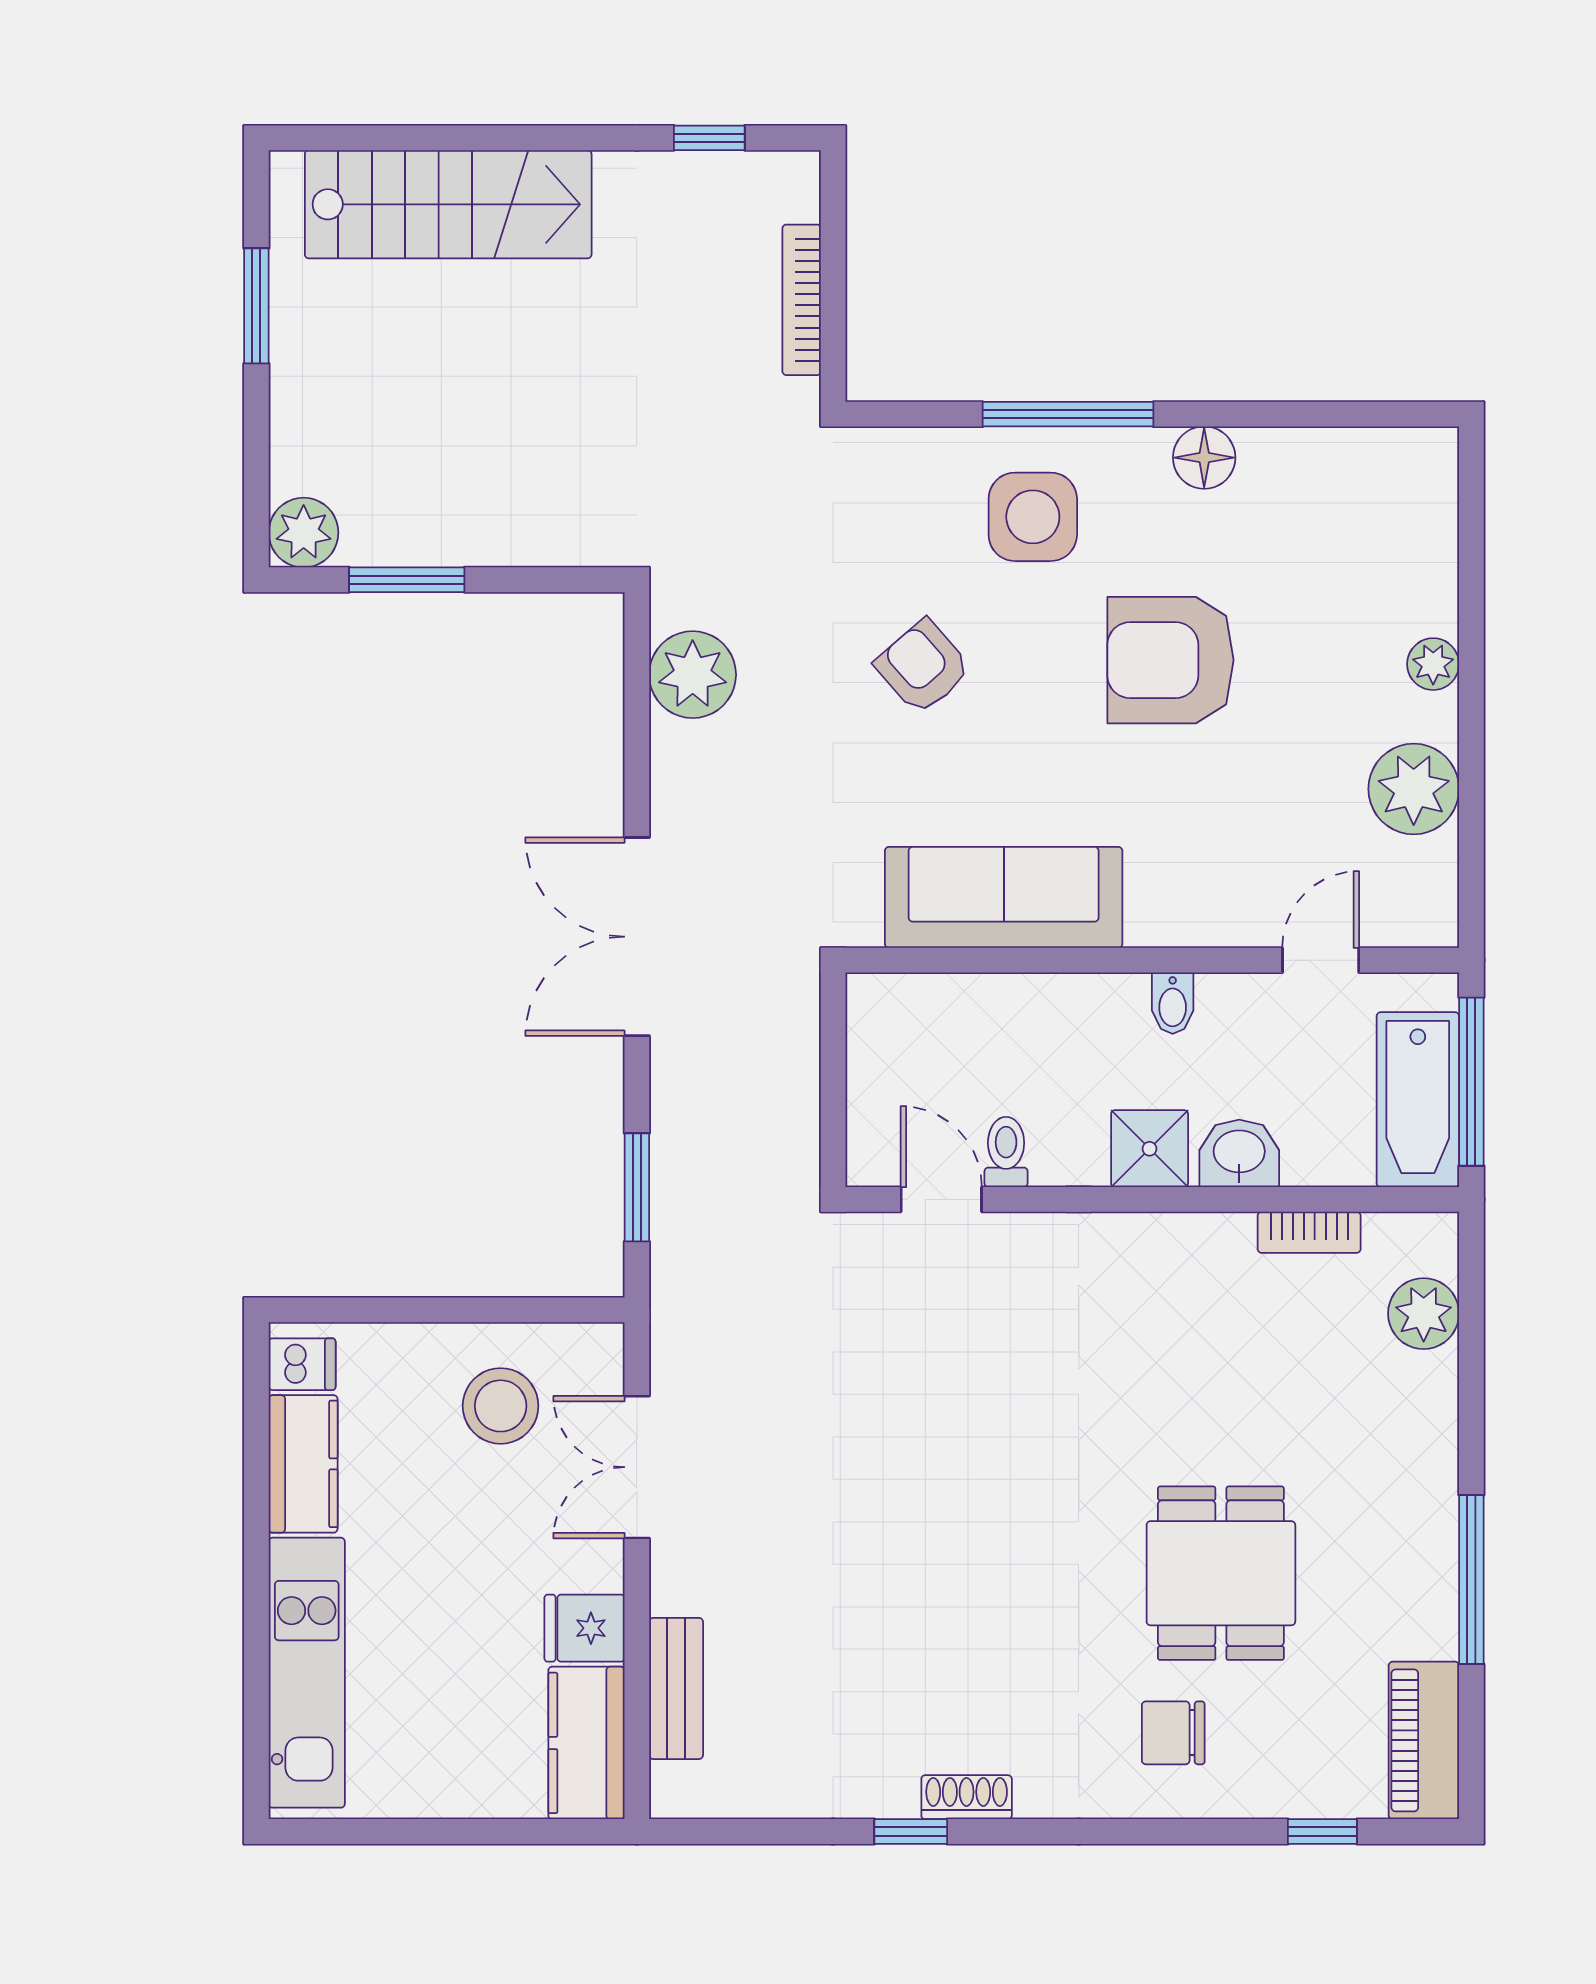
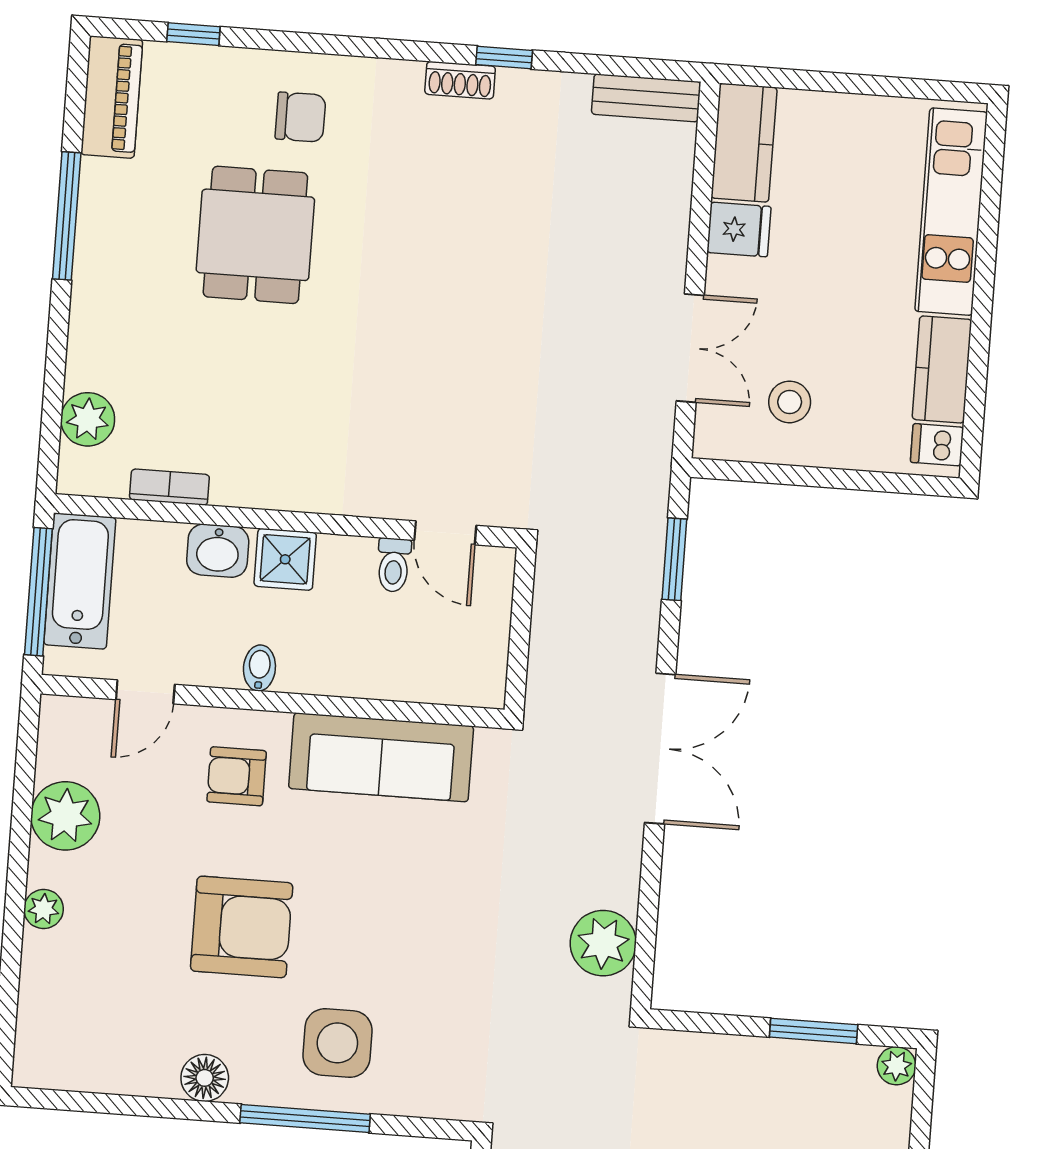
plant: (304, 533) -> (897, 1066), width x0.73, depth x0.73
armchair: (923, 667) -> (237, 776), moved, turned 131
stool: (501, 1406) -> (790, 402), width x0.73, depth x0.73
bench: (676, 1688) -> (646, 98), moved, turned 90

